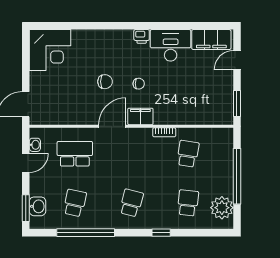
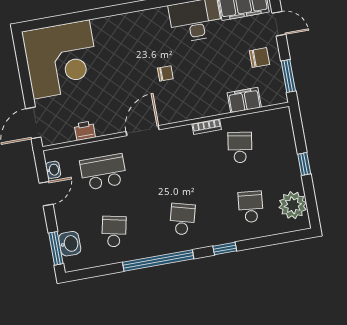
printer: (142, 36) -> (85, 131), moved, turned 180
corner desk: (50, 50) -> (61, 59), width x1.36, depth x1.36
door: (237, 60) -> (279, 24), swing flipped
chair: (105, 82) -> (259, 58), moved
filing cabinet: (140, 116) -> (244, 100), moved
window: (237, 176) -> (304, 164), width x0.32
window: (86, 233) -> (158, 261), moved

